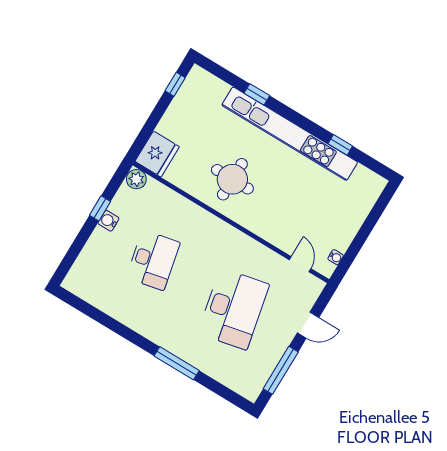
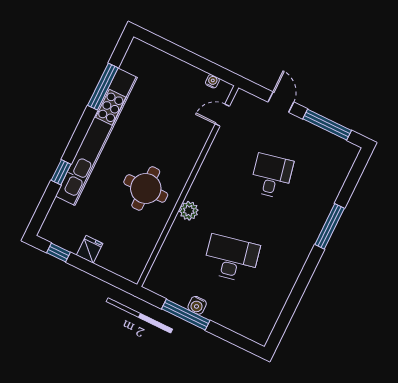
window: (340, 145) -> (103, 87), width x2.17
fridge: (157, 154) -> (90, 249), moved, width x0.53, depth x0.75
plant: (136, 179) -> (189, 211), moved
window: (100, 208) -> (186, 315), width x2.17
desk: (233, 309) -> (272, 176), width x0.53, depth x0.77

